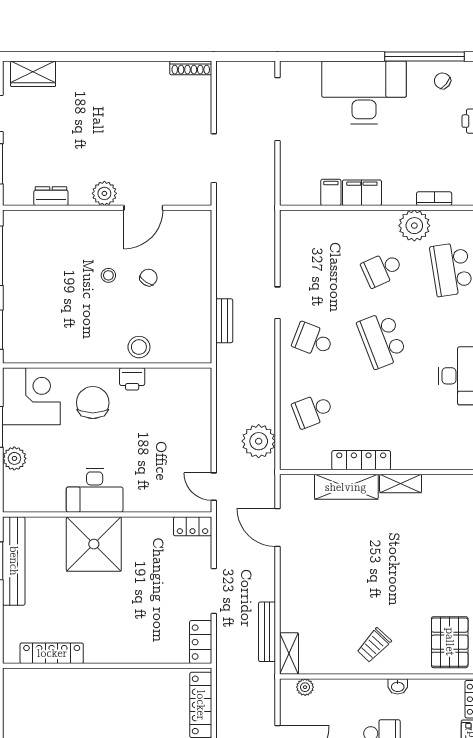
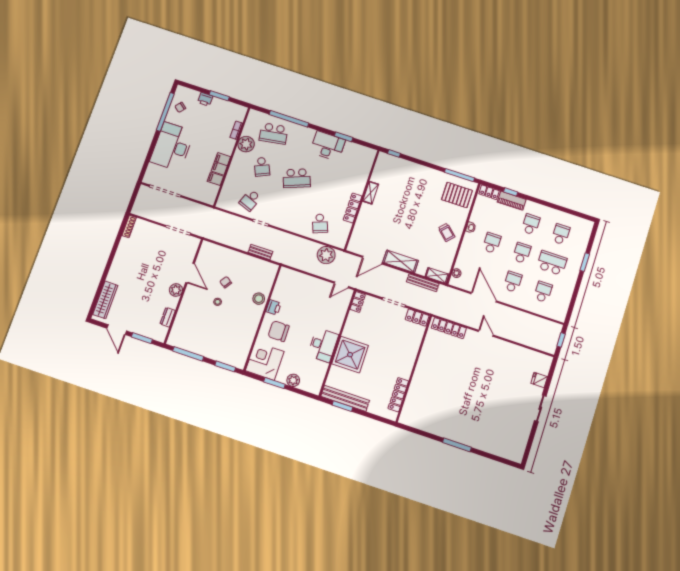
wardrobe: (33, 74) -> (105, 300), width x1.50
school desk: (313, 340) -> (250, 200), moved
shelving: (346, 487) -> (401, 261), moved, turned 90

